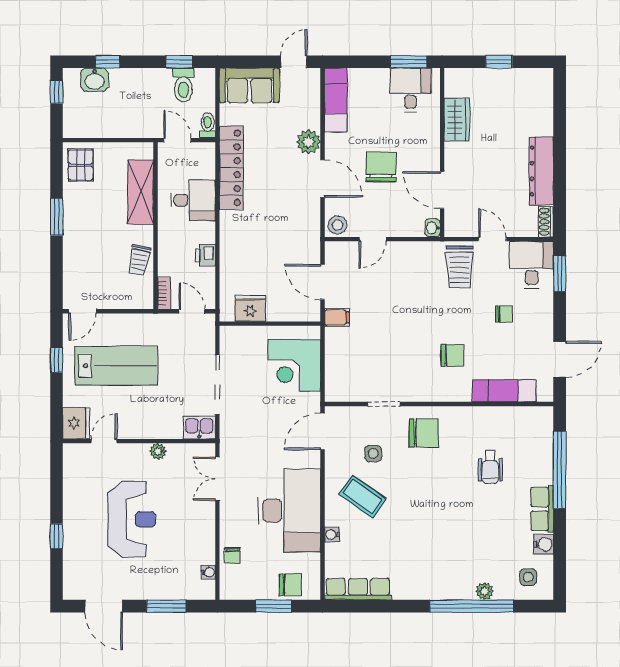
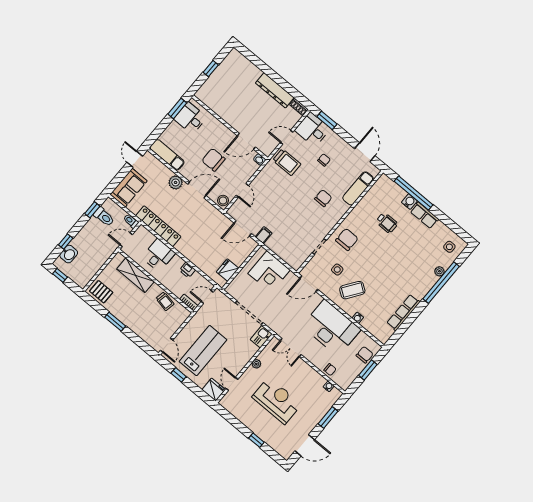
wardrobe: (457, 120) -> (221, 109), removed
door: (323, 432) -> (309, 284), hinge flipped
water cooler: (544, 544) -> (409, 202), moved
row of seats: (358, 589) -> (403, 313), moved

